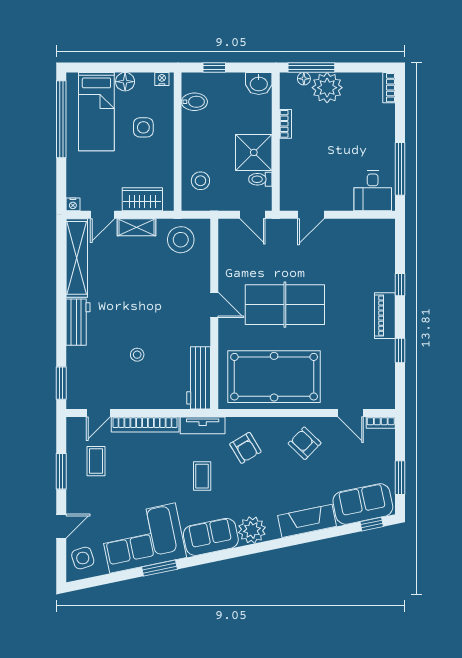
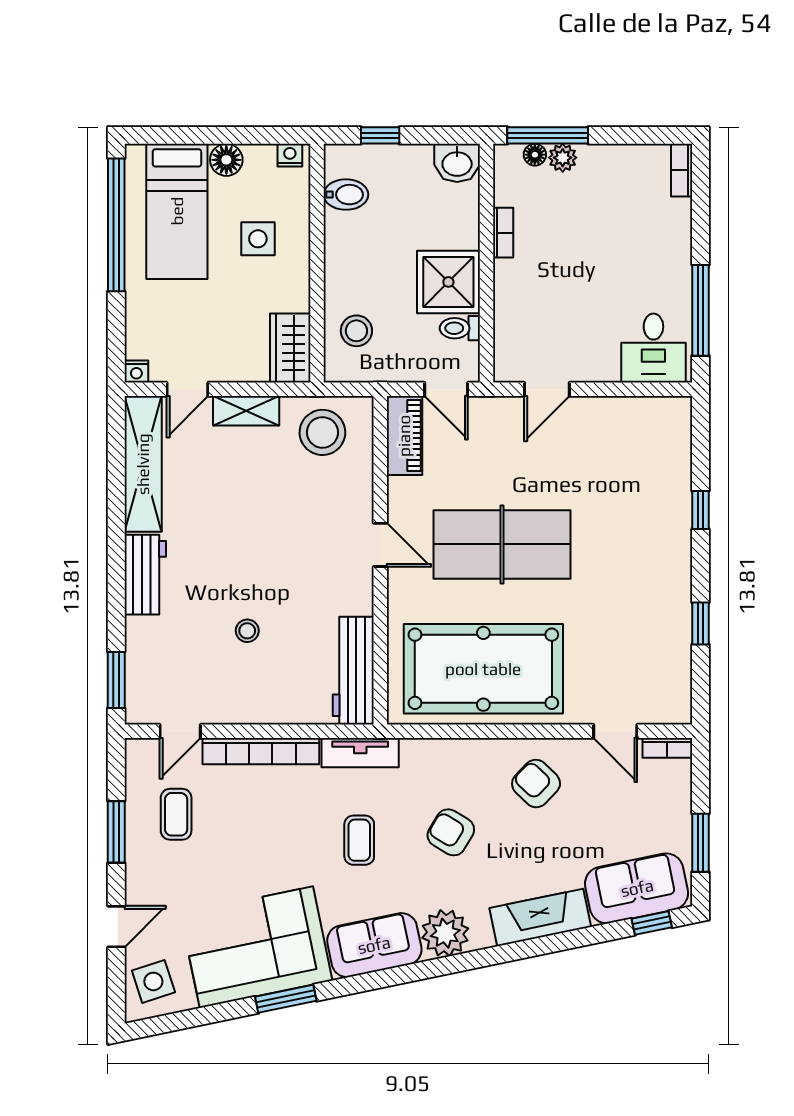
plant: (327, 88) -> (563, 158), width x0.53, depth x0.53
wardrobe: (142, 199) -> (290, 348), moved, turned -90
piano: (385, 316) -> (404, 436), moved, turned 180
armchair: (245, 448) -> (451, 832), moved, turned 152

